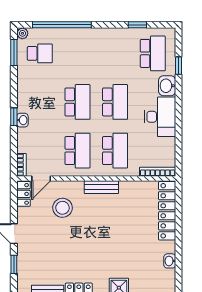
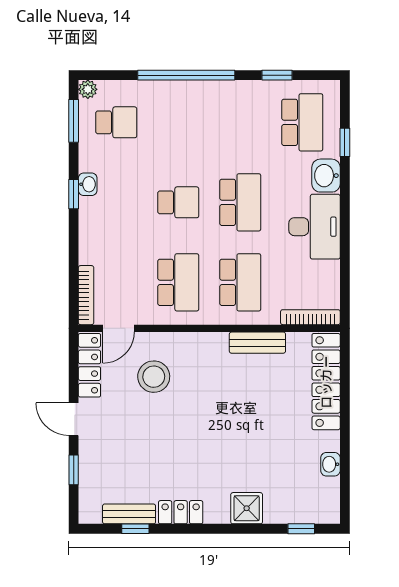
window: (62, 25) -> (186, 75), moved
school desk: (77, 102) -> (178, 202), width x0.54
window: (14, 117) -> (74, 194), moved
washbasin: (22, 120) -> (88, 184), moved
bookcase: (21, 165) -> (86, 295), width x1.56
bench: (101, 187) -> (257, 343), moved
locker: (23, 194) -> (89, 365), width x1.53

